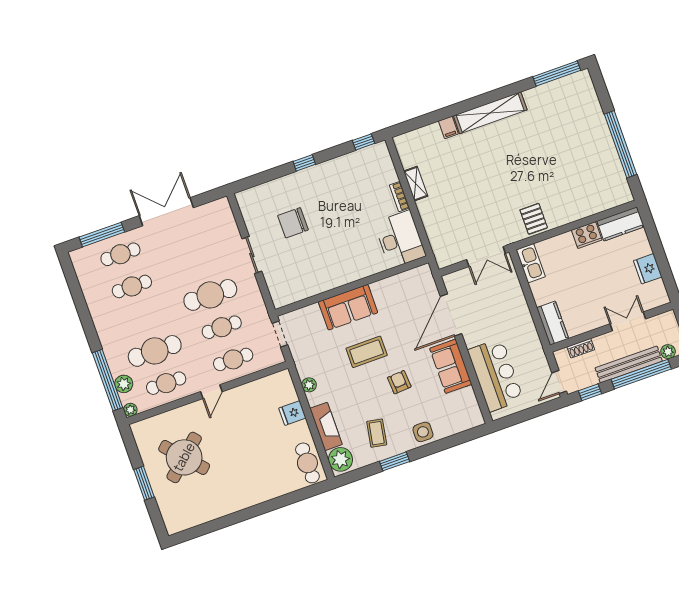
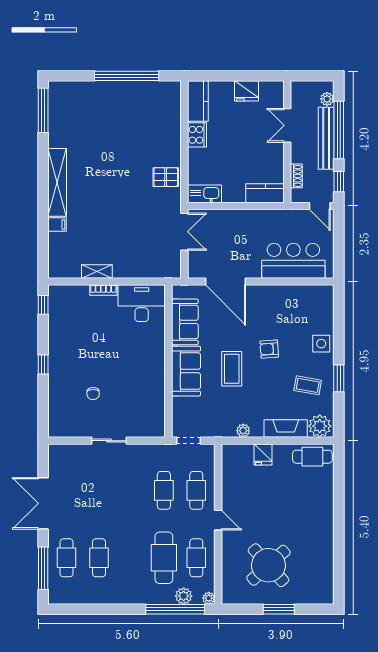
chair: (293, 223) -> (93, 394), width x0.54, depth x0.54
cafe table: (210, 295) -> (131, 490), removed
sofa: (451, 366) -> (185, 322), moved, turned -90

